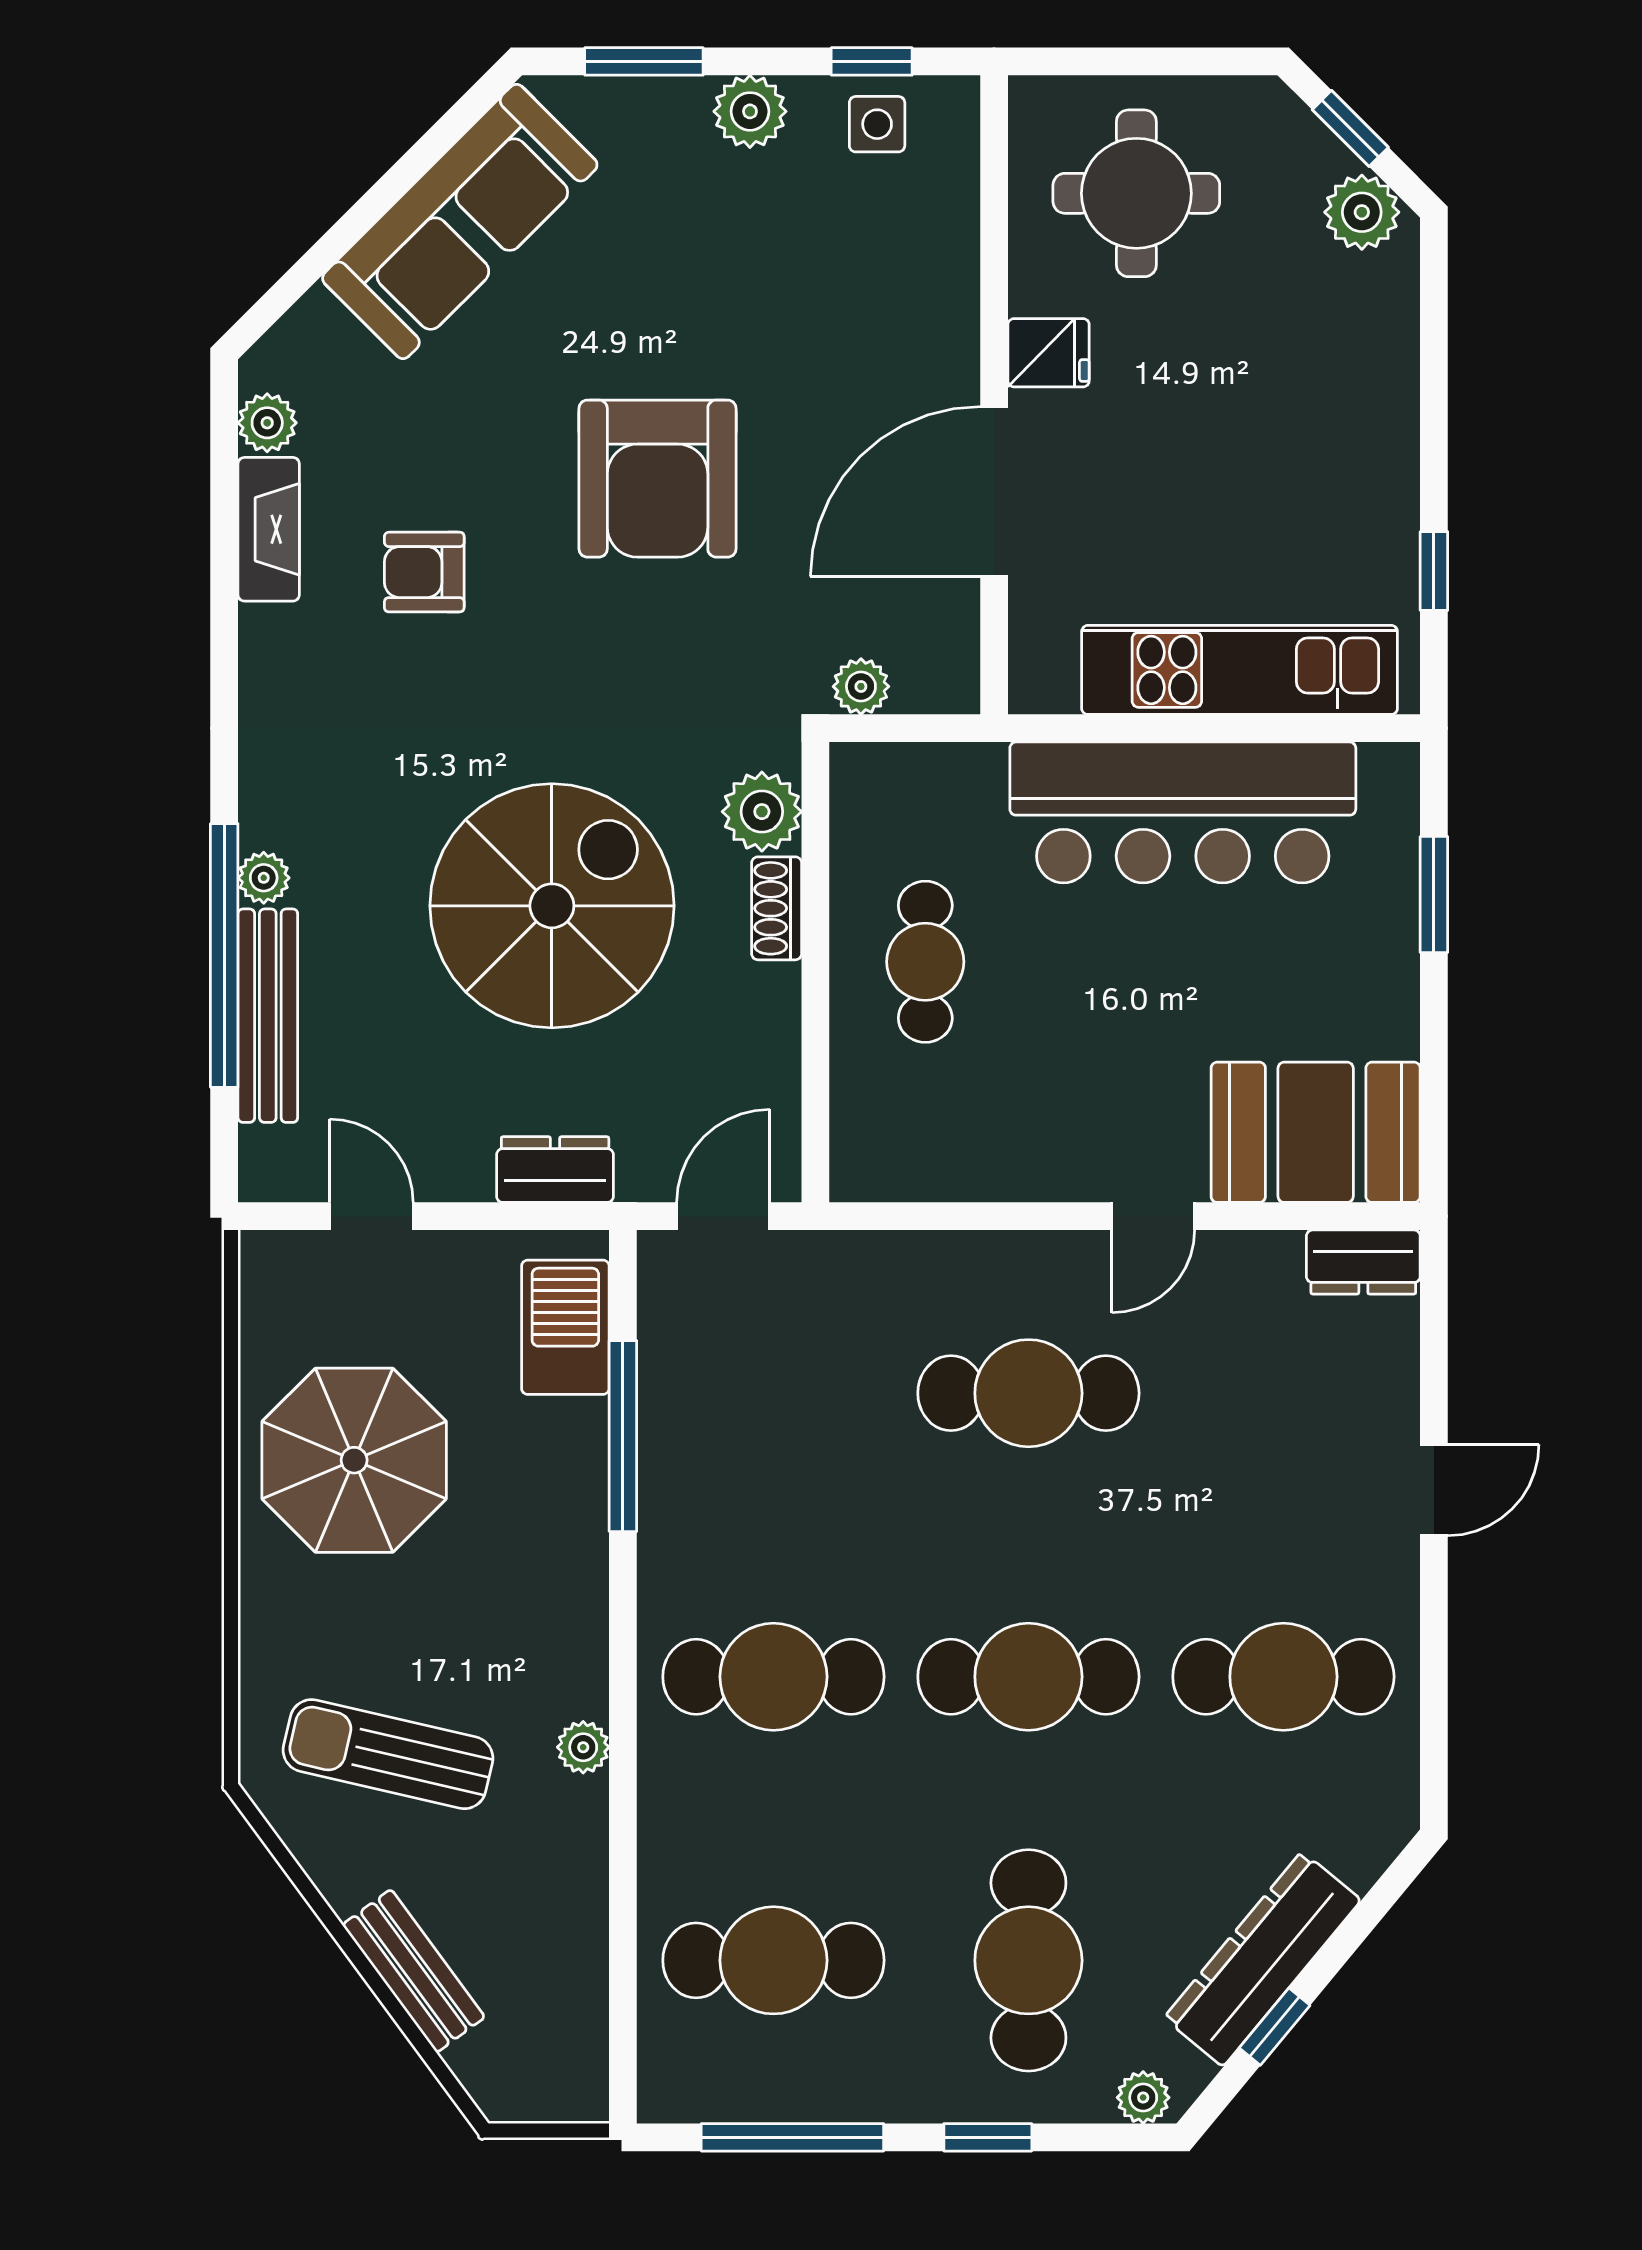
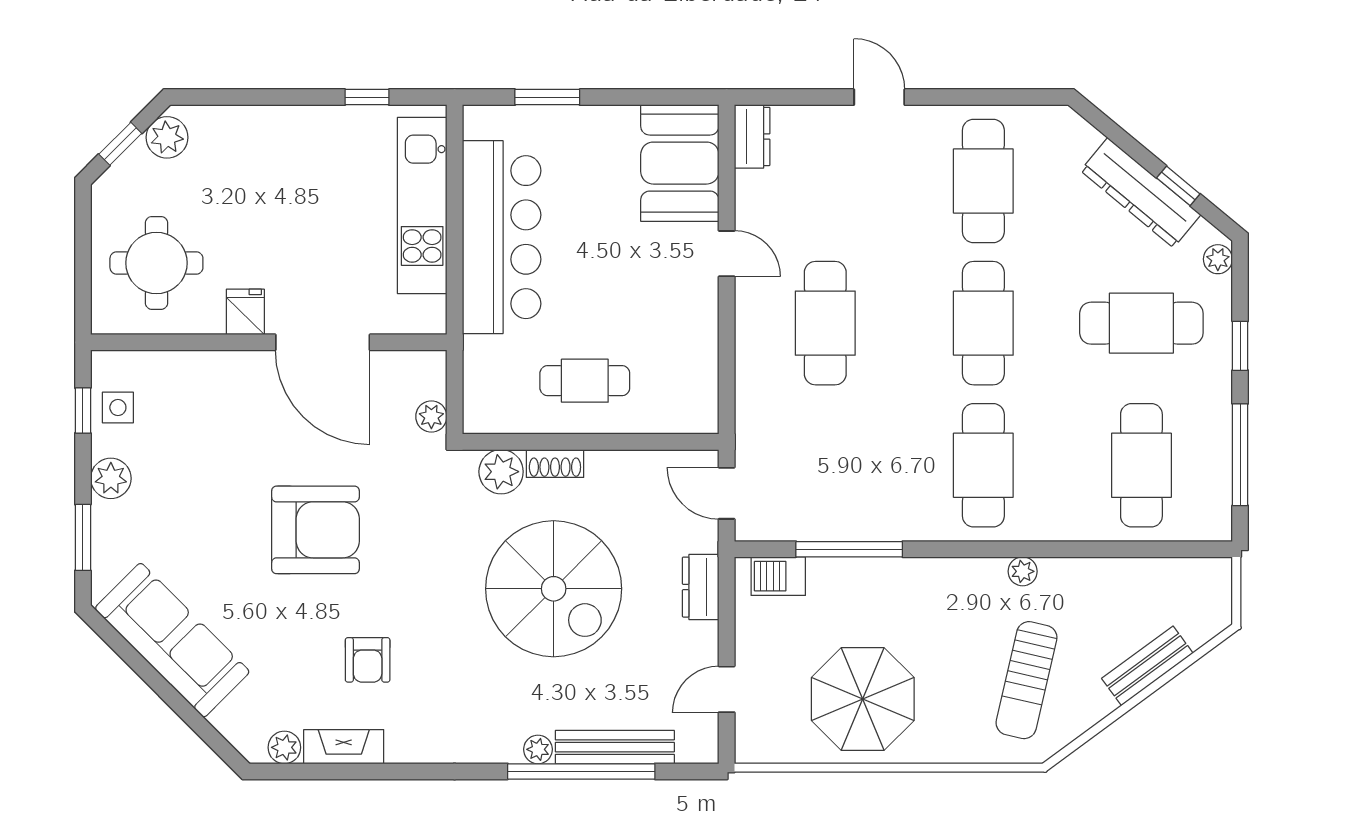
spiral stairs: (552, 906) -> (554, 589), turned 180
barbecue: (565, 1327) -> (778, 576), width x0.73, depth x0.79

